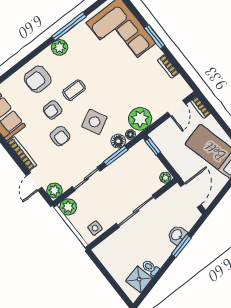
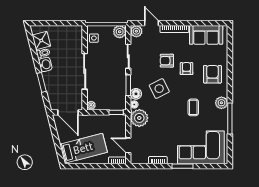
coffee table: (74, 90) -> (193, 107), moved
washbasin: (177, 235) -> (45, 64), moved

